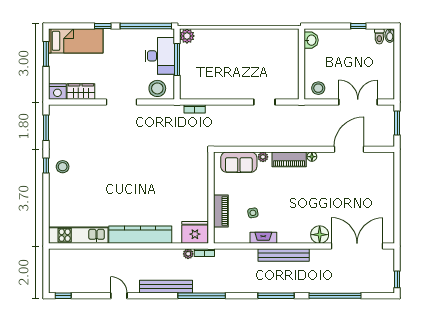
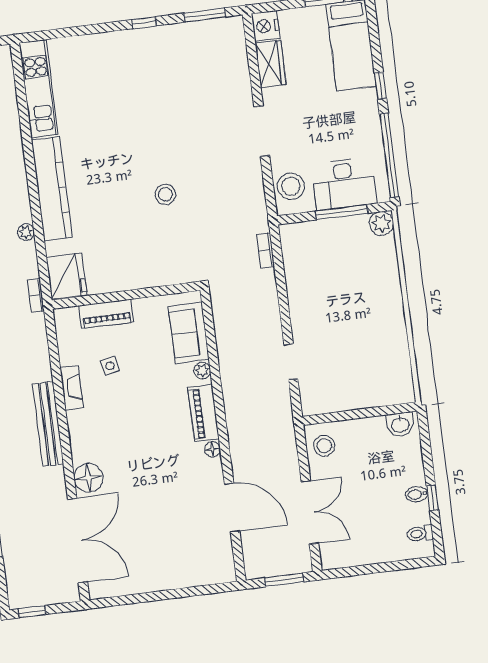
bidet: (390, 36) -> (416, 494), moved
stool: (63, 167) -> (165, 194), moved
plant: (188, 254) -> (26, 232), moved

